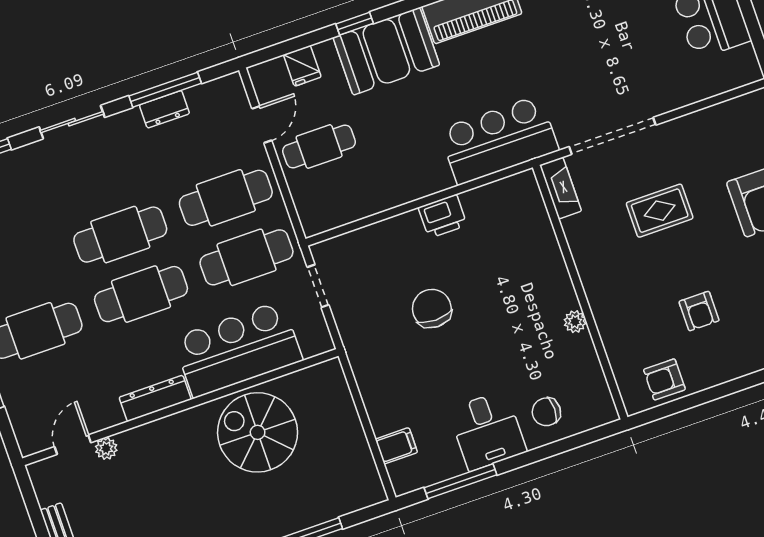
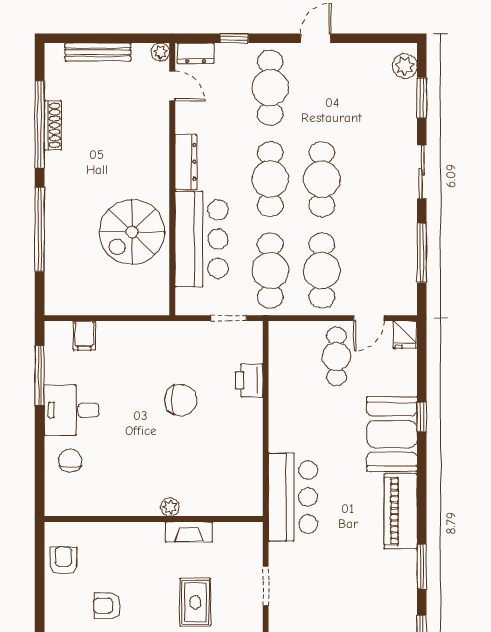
fridge: (302, 66) -> (405, 335), moved, turned -90
dresser: (164, 109) -> (196, 53), moved, turned -90
door: (262, 124) -> (369, 318), hinge flipped
doorway: (612, 136) -> (266, 586), width x0.53
fireplace: (561, 188) -> (189, 532), moved
printer: (443, 216) -> (249, 380), moved
plant: (575, 322) -> (170, 507), moved
spiral stairs: (258, 432) -> (132, 232), turned 180
plant: (106, 448) -> (160, 52), moved

